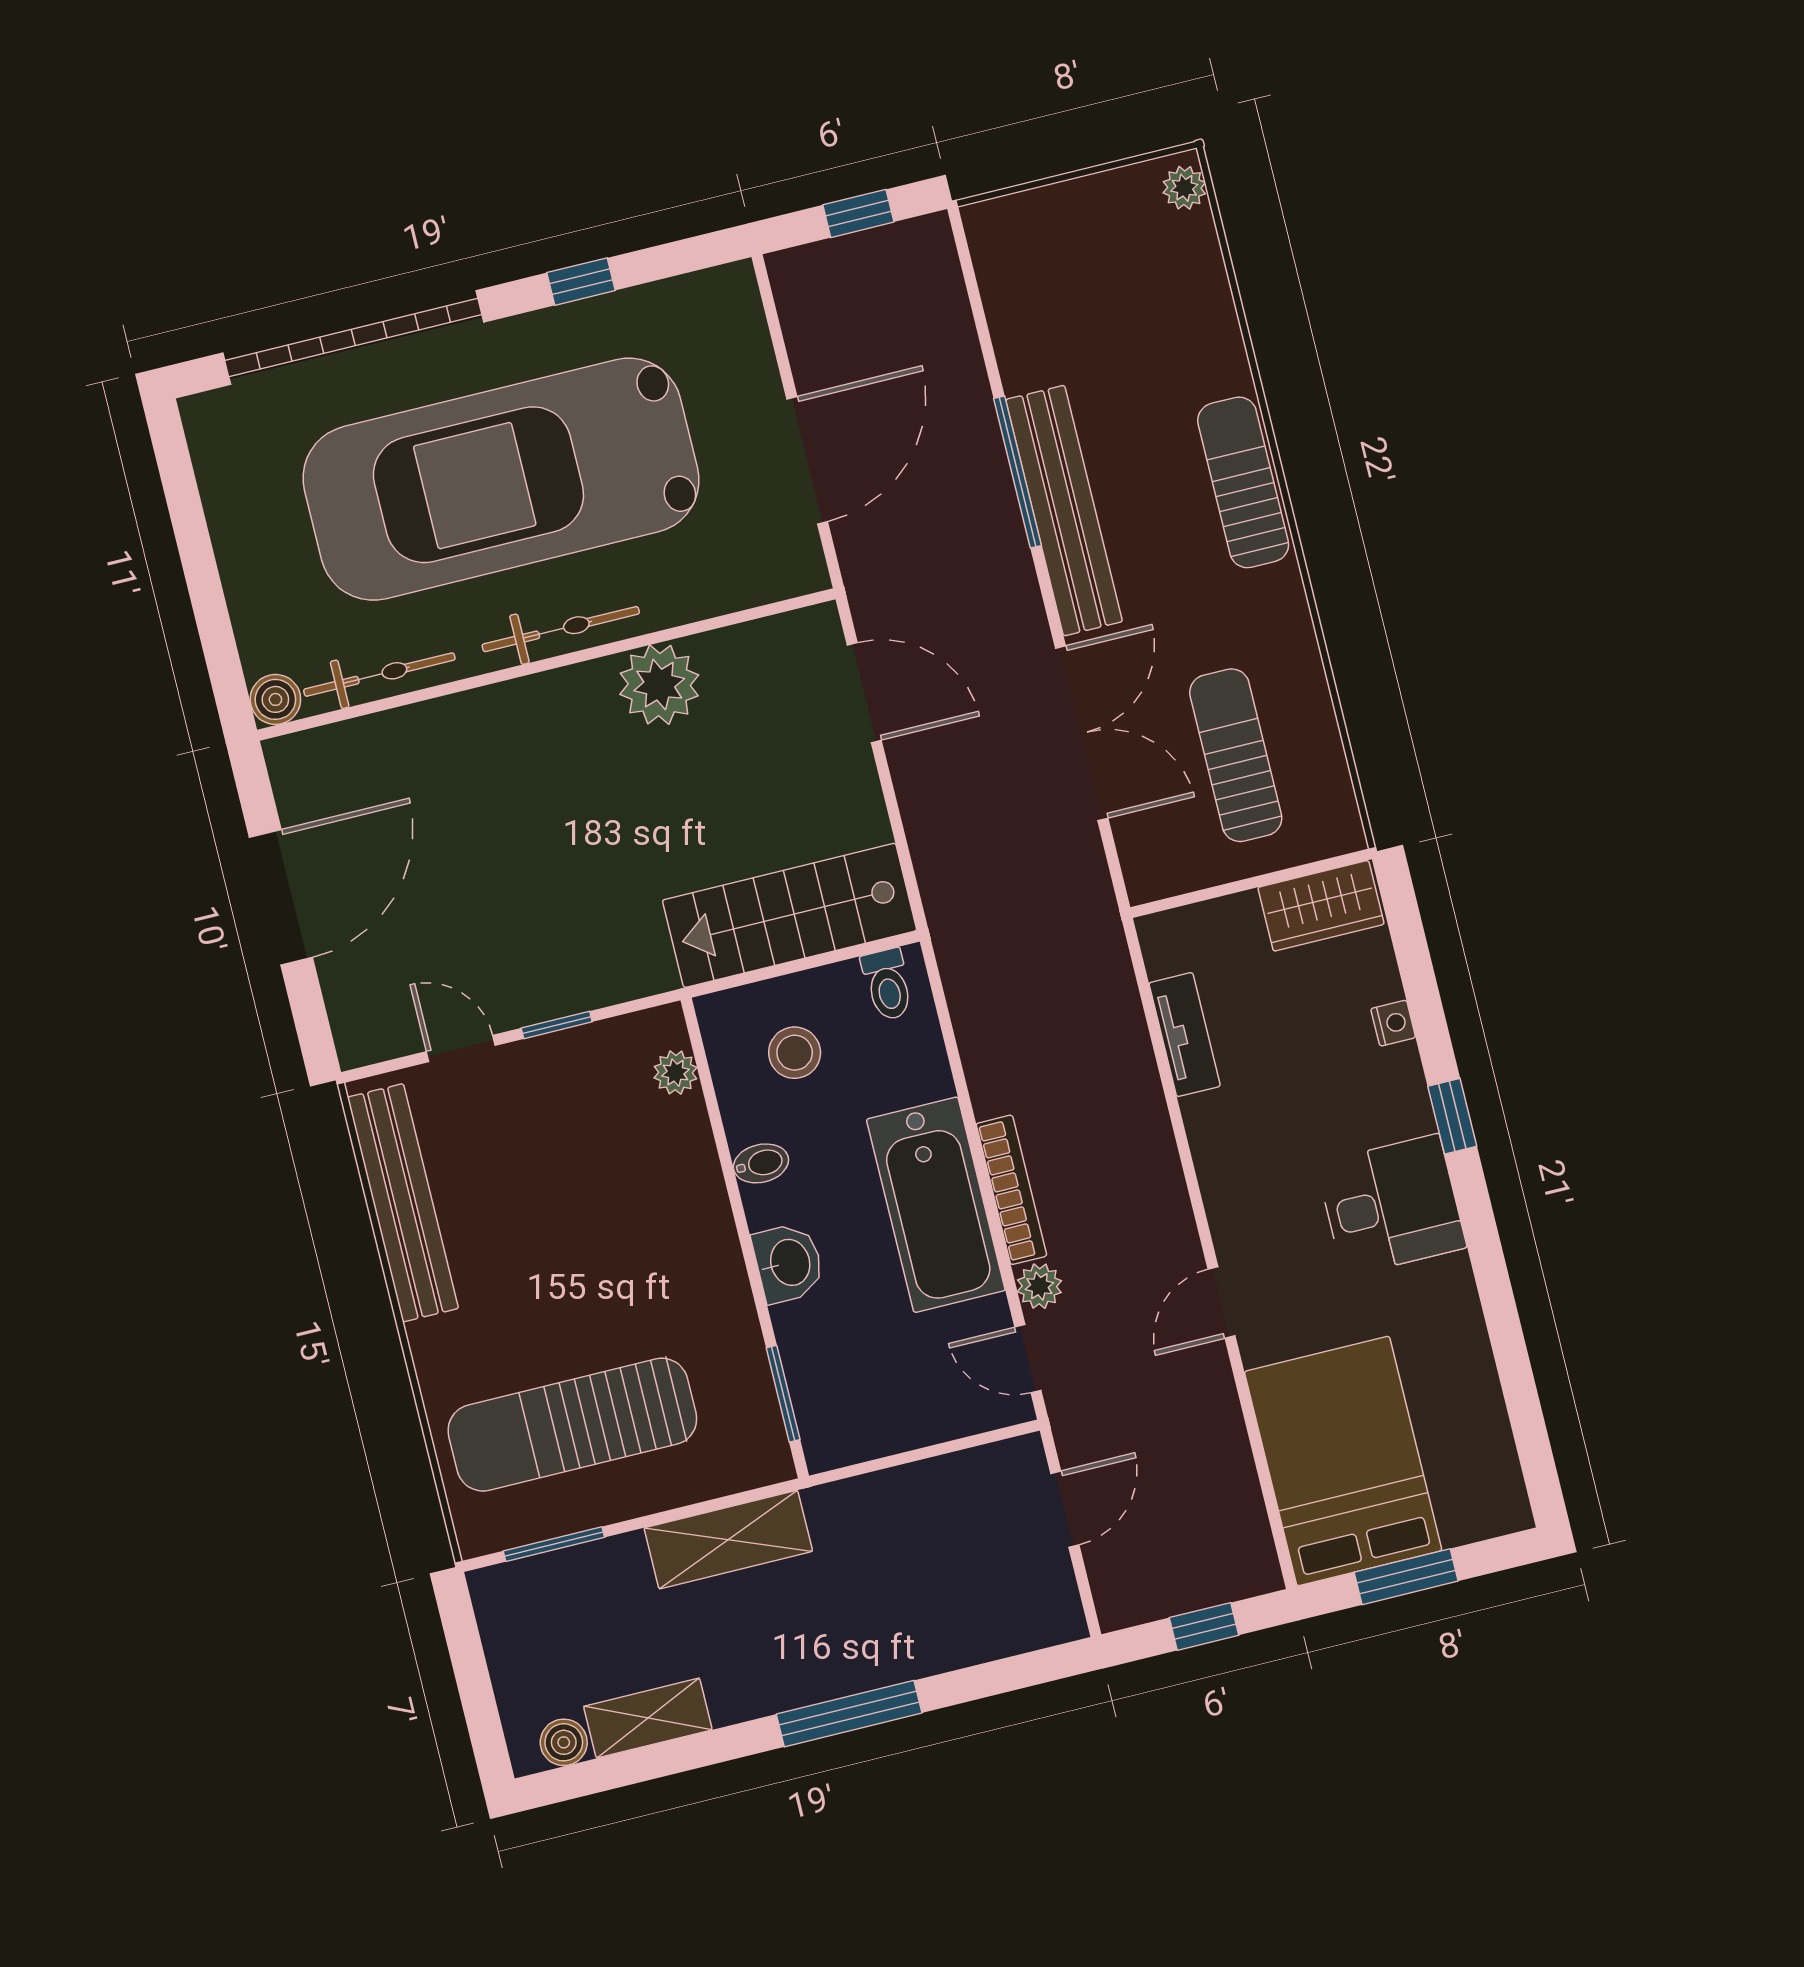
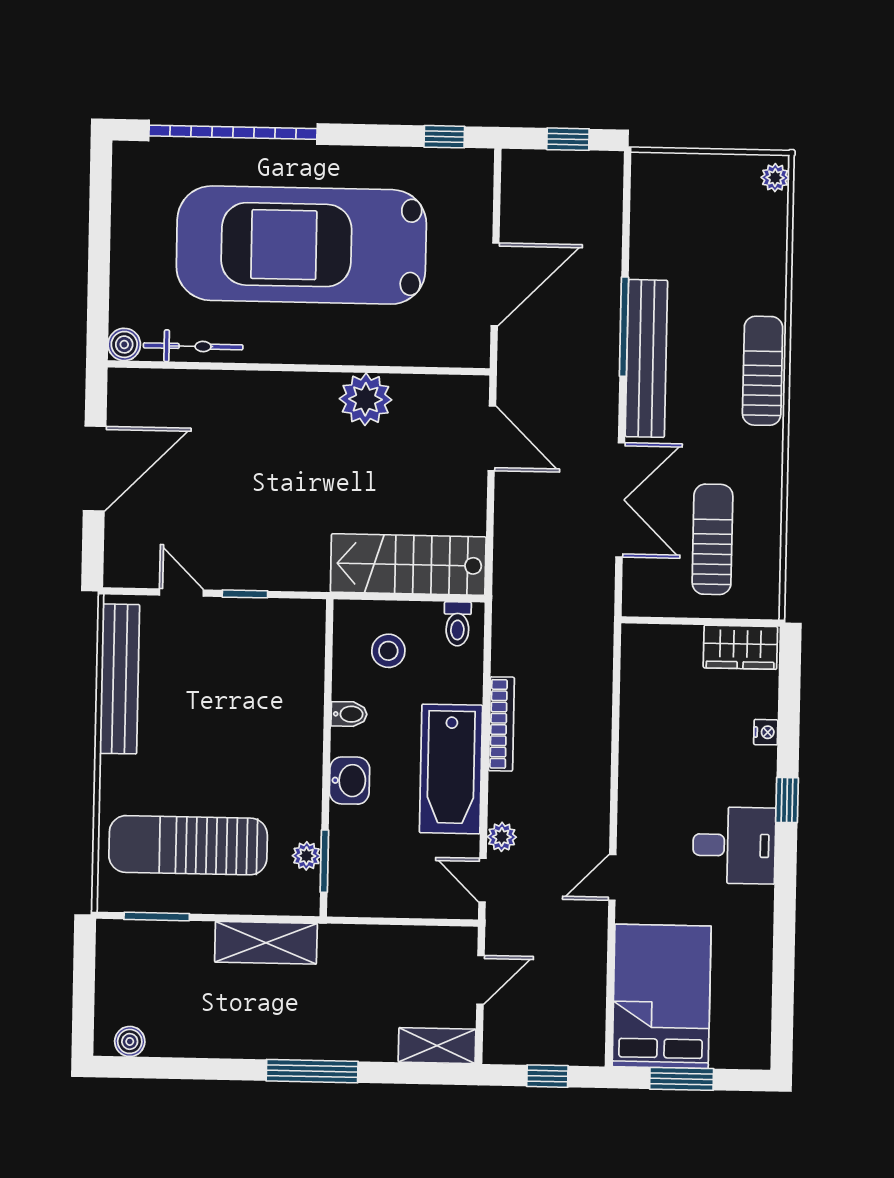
window: (581, 282) -> (444, 137), moved
bicycle: (561, 629) -> (314, 348), removed
tv unit: (1185, 1035) -> (634, 705), removed
plant: (675, 1073) -> (306, 856), moved
bookcase: (1011, 1190) -> (501, 724), moved
shelving: (648, 1718) -> (437, 1046), moved

